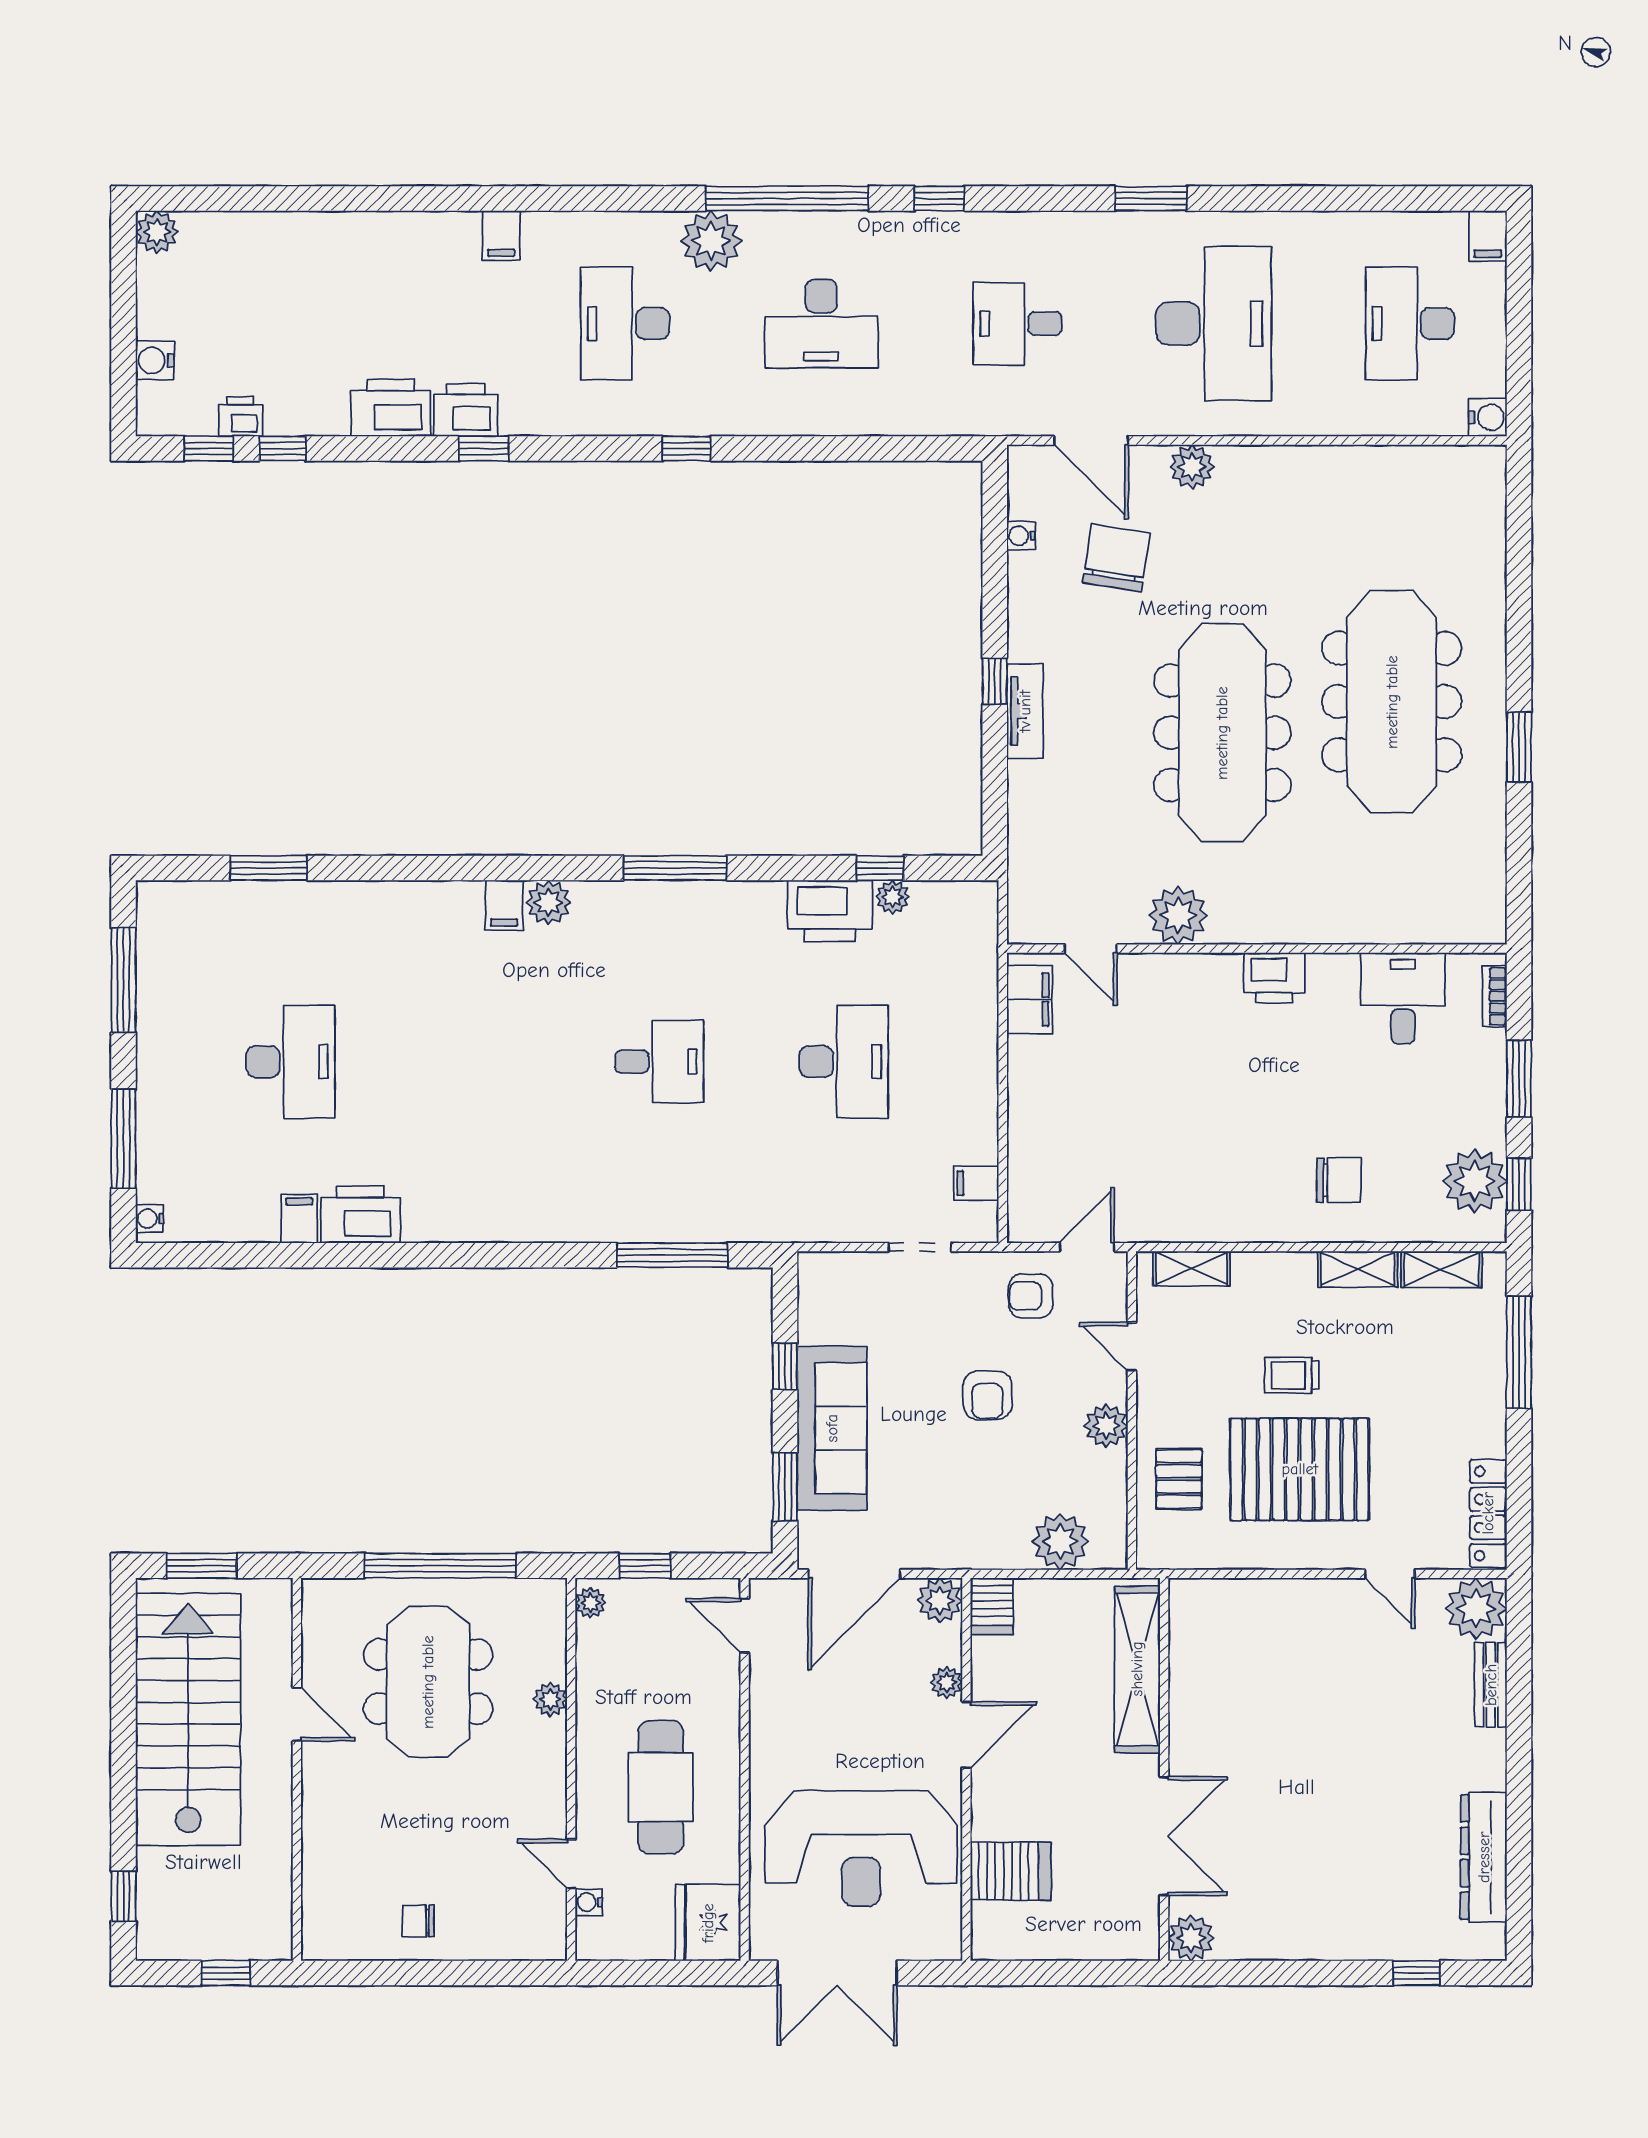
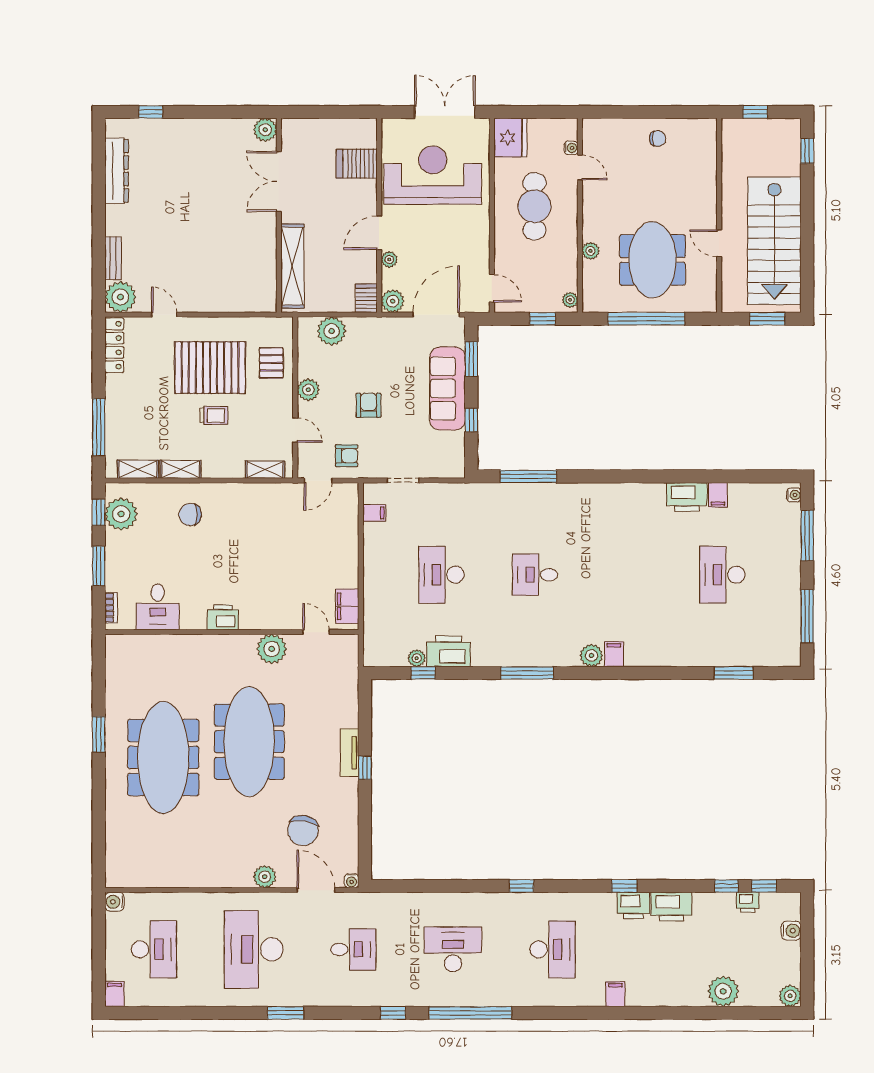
plant: (711, 241) -> (723, 991), moved
water cooler: (1021, 536) -> (352, 881), moved, turned 90

